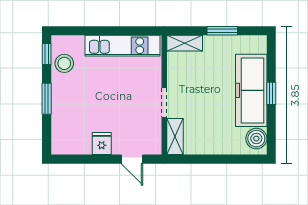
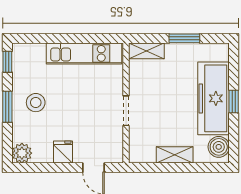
stool: (64, 63) -> (36, 103), moved
shelving: (175, 137) -> (175, 155), moved, turned 90
plant: (61, 145) -> (22, 153), added

